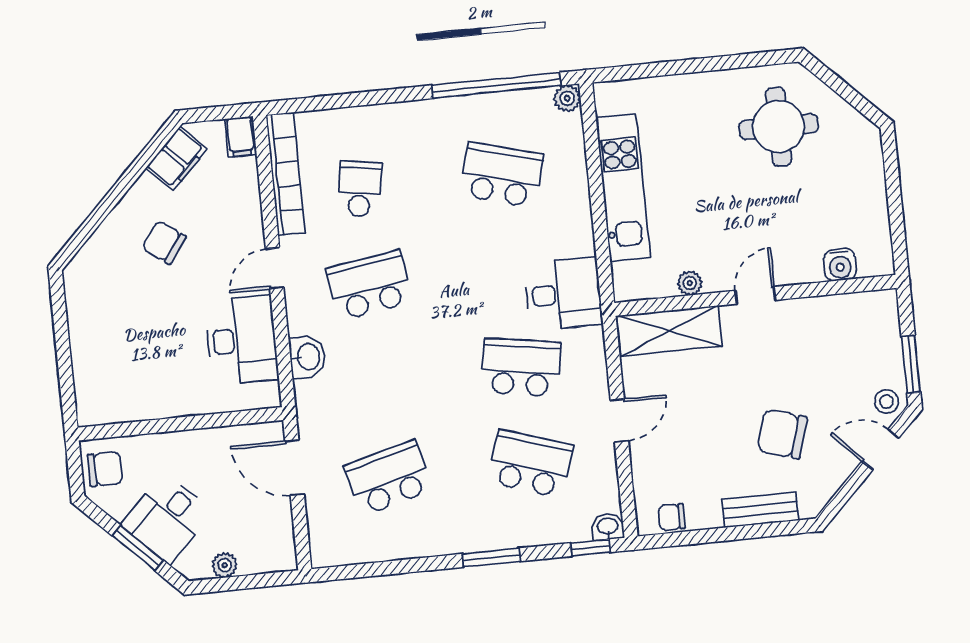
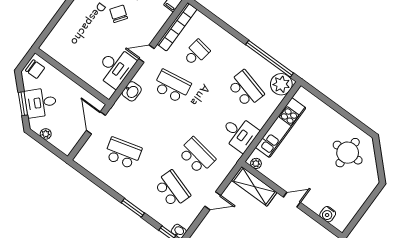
plant: (567, 98) -> (281, 84), width x1.87, depth x1.87
plant: (690, 283) -> (256, 163), moved
desk: (564, 294) -> (239, 133), moved

